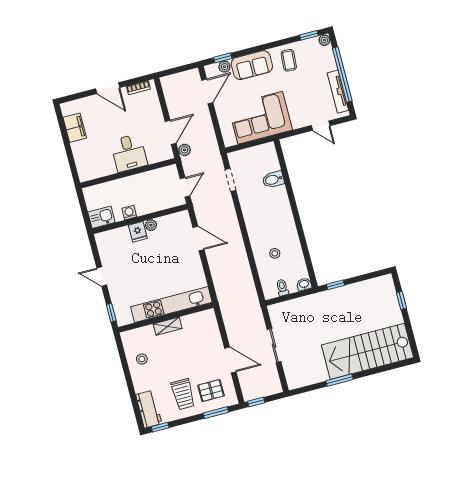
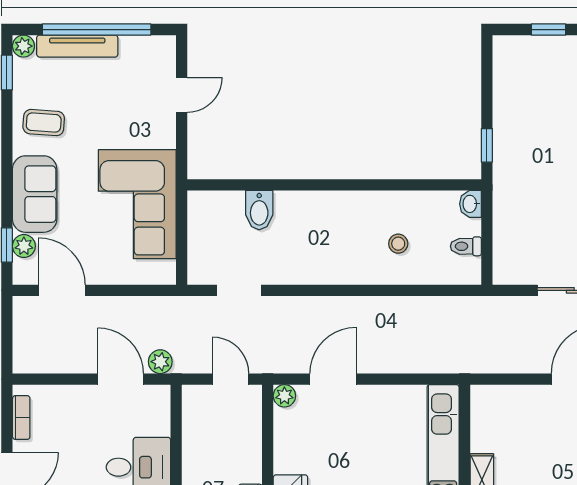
tv unit: (338, 92) -> (77, 46), moved
plant: (151, 225) -> (284, 396), moved

